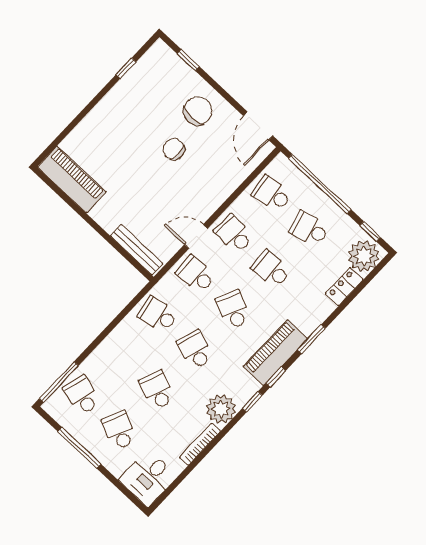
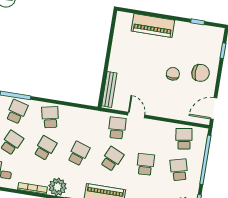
piano: (72, 179) -> (153, 26), moved, turned 90
school desk: (234, 234) -> (151, 133), removed
school desk: (158, 315) -> (50, 117), moved

